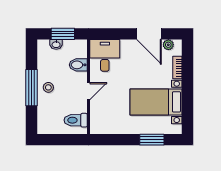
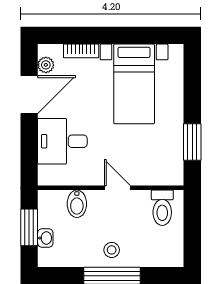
desk: (105, 55) -> (62, 141), moved
window: (152, 140) -> (192, 142), moved

